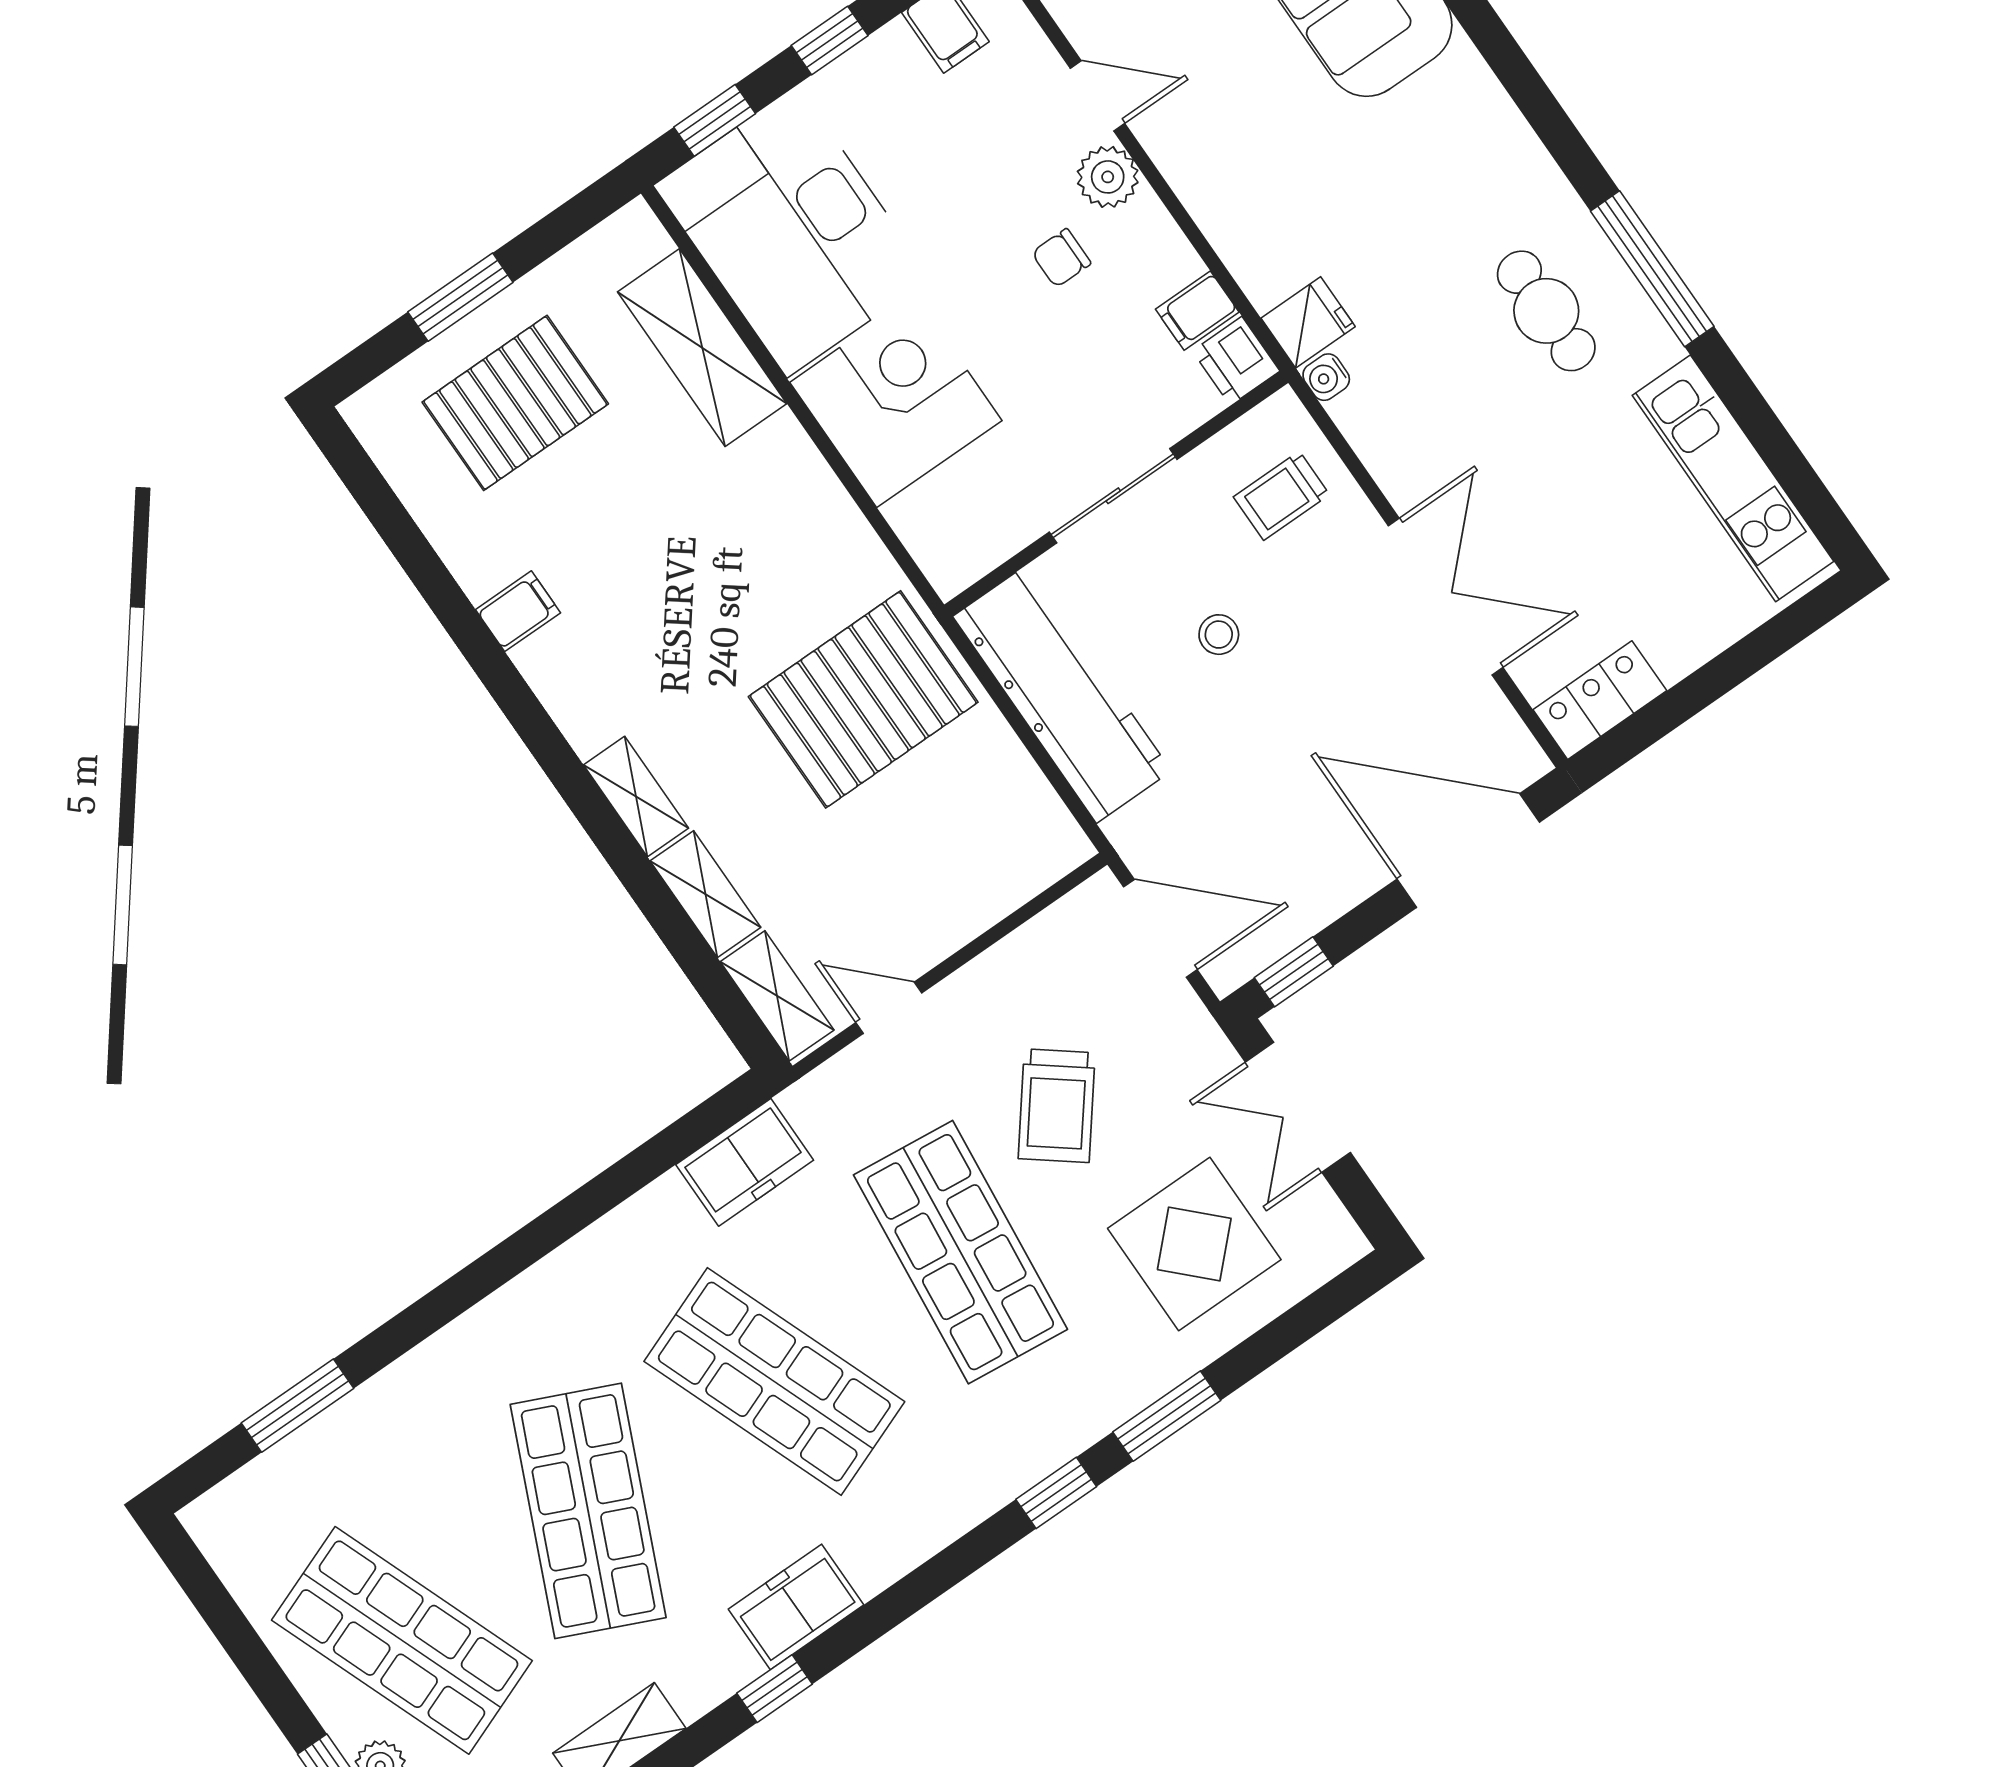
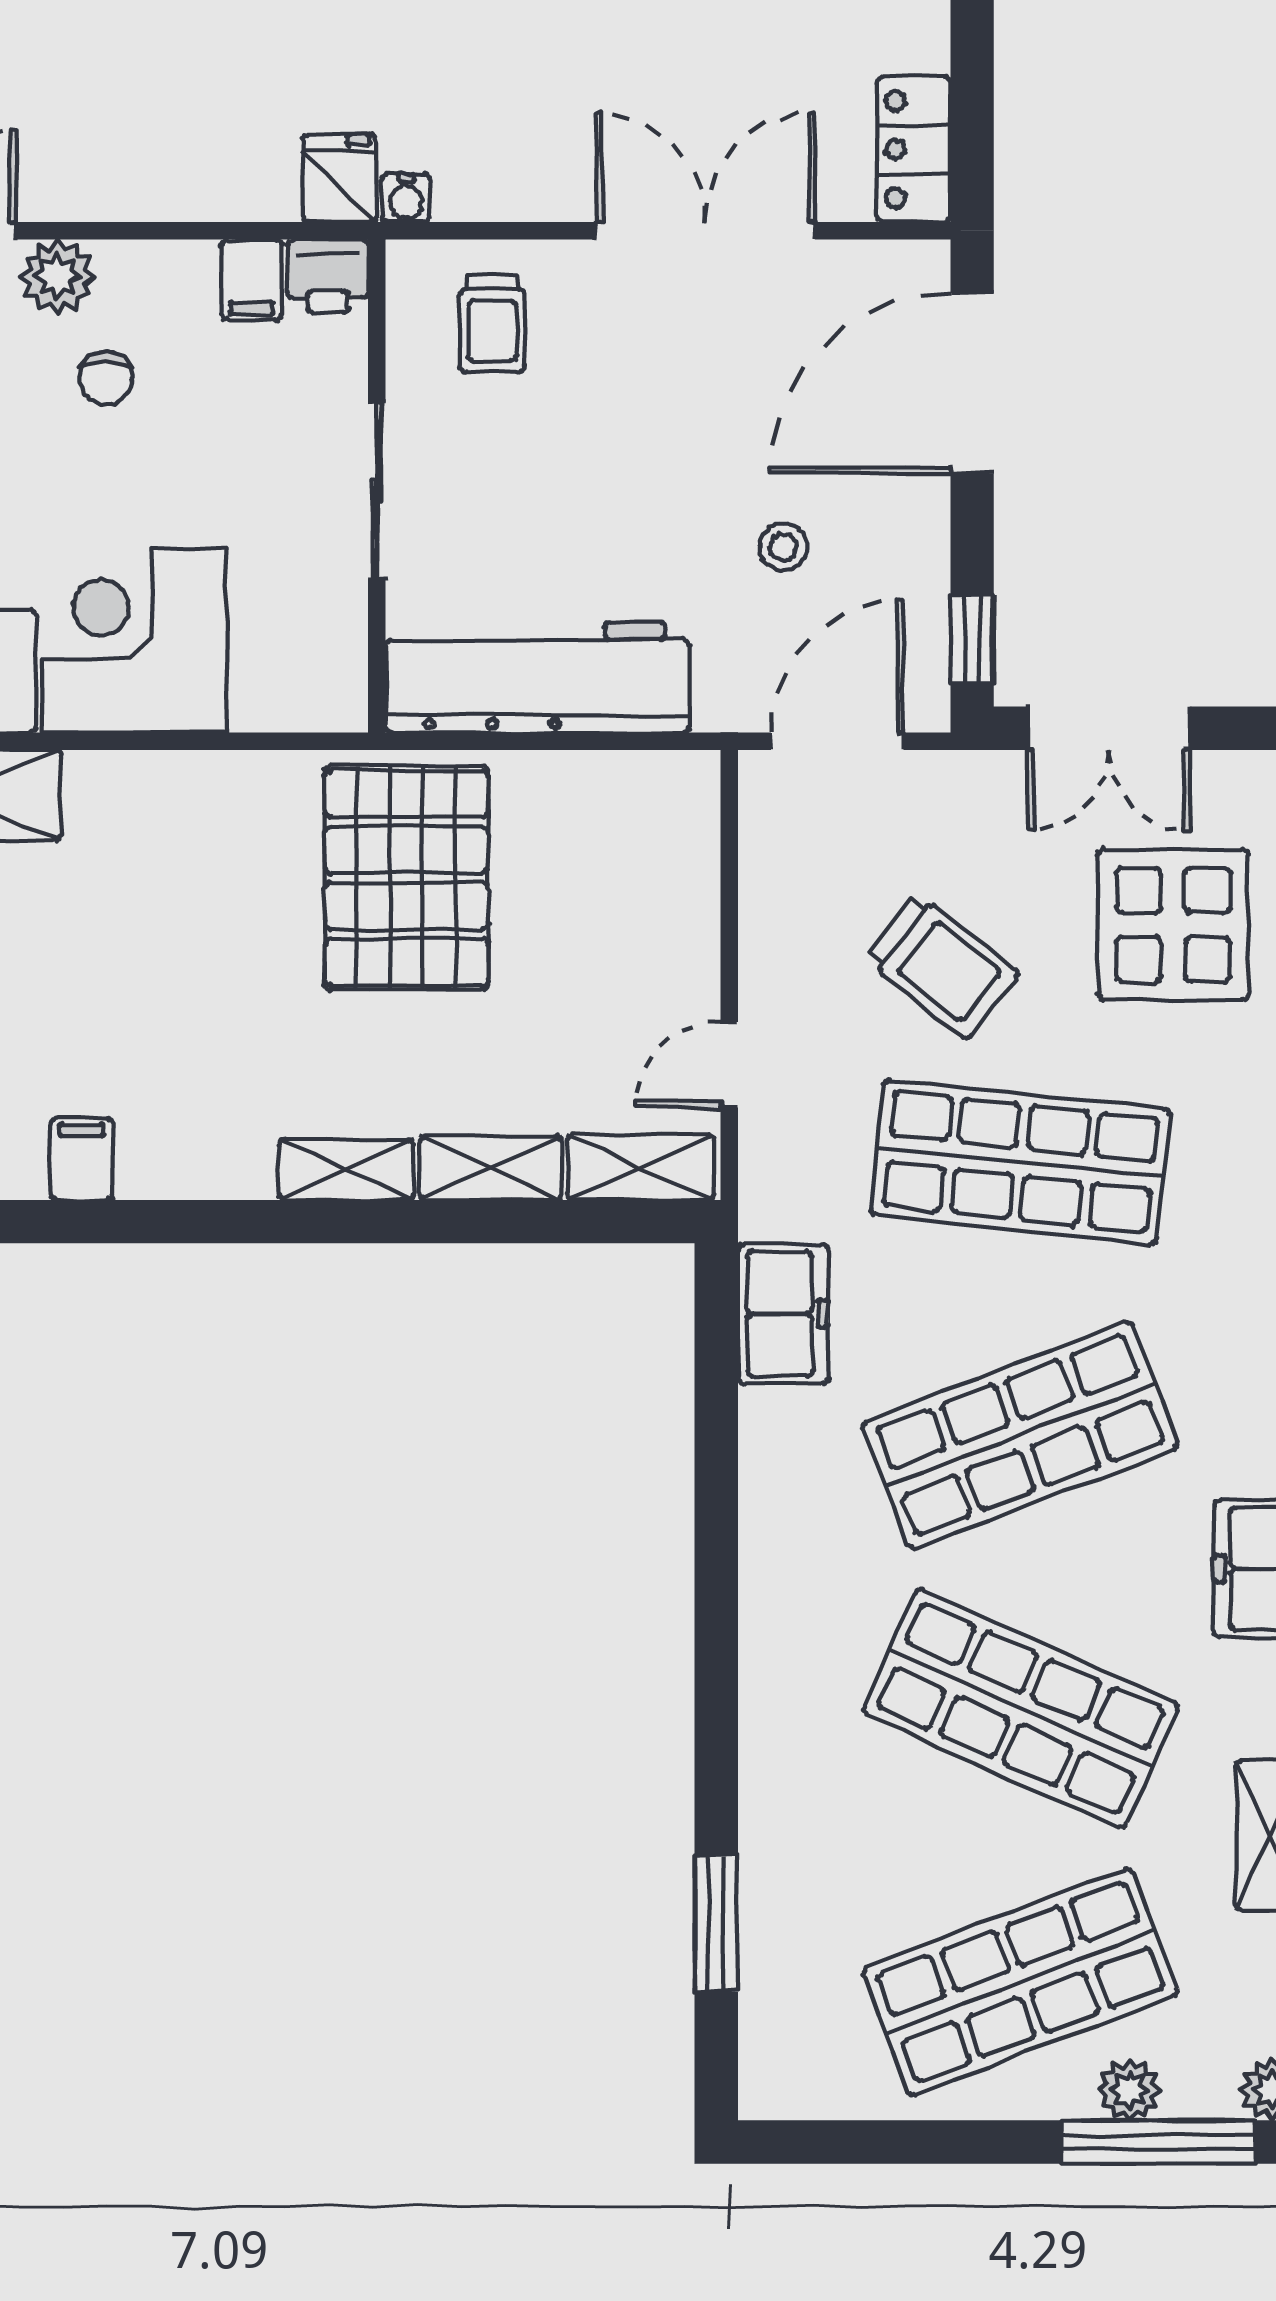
stool: (1219, 635) -> (783, 547), moved

